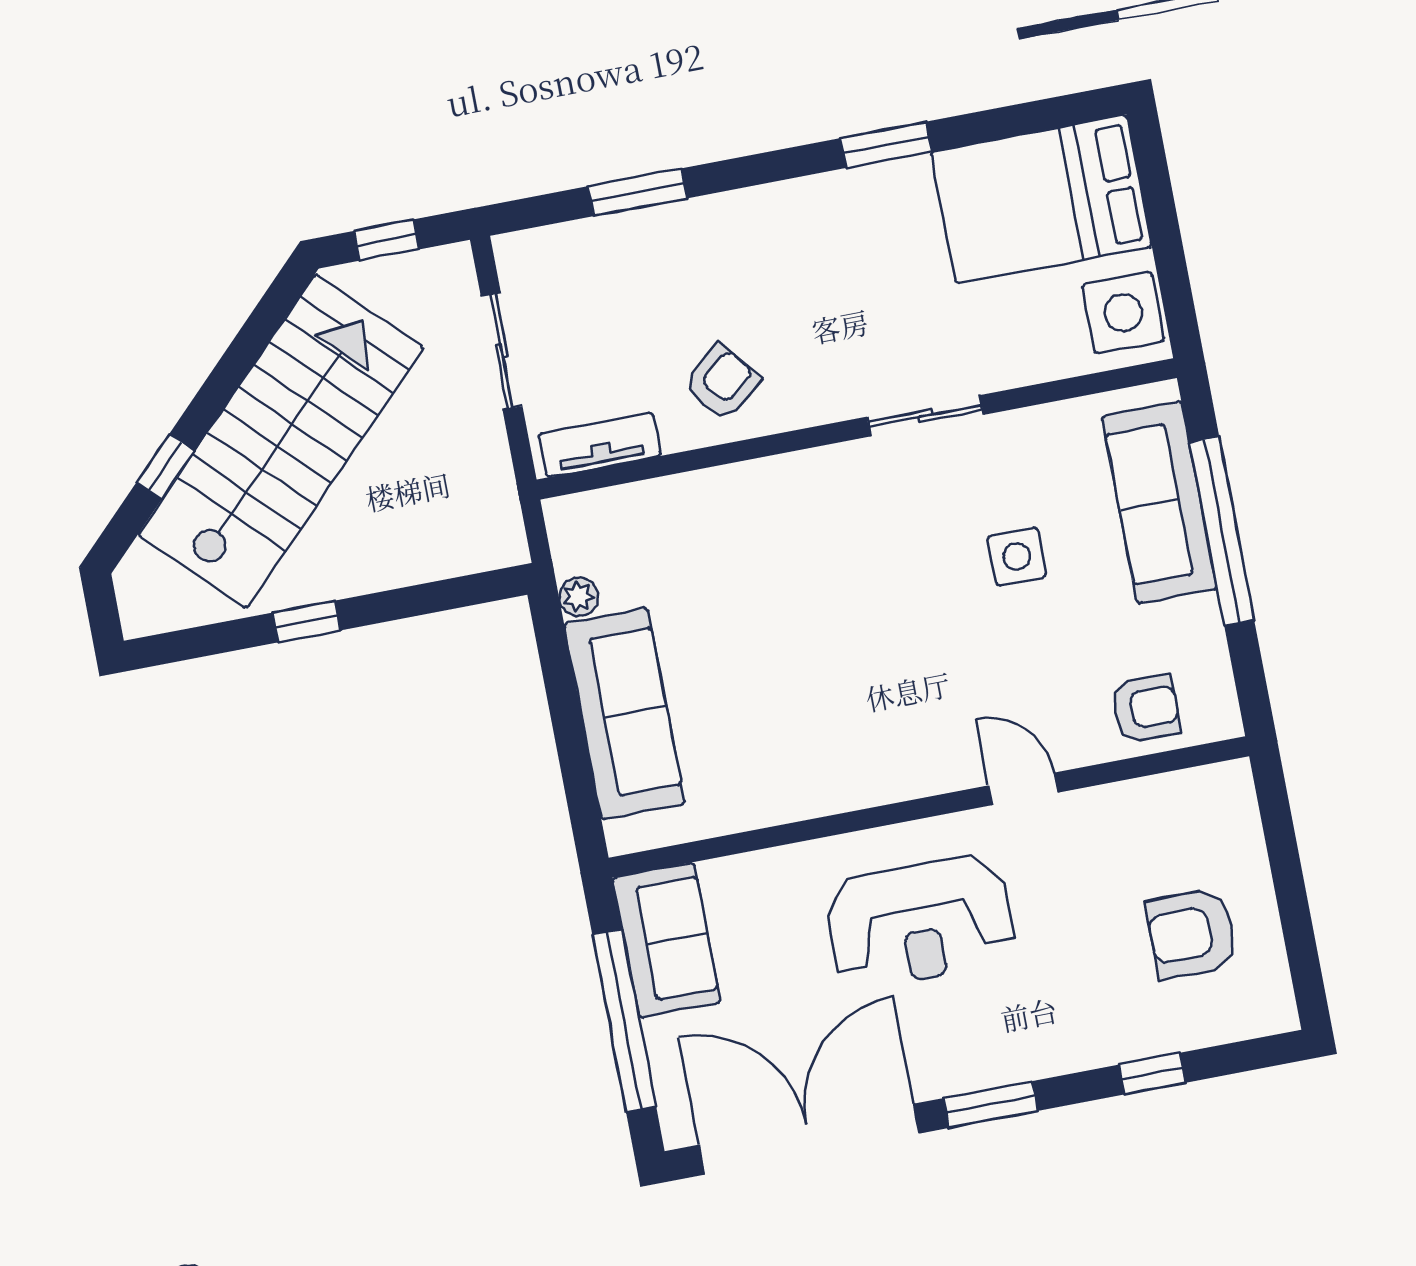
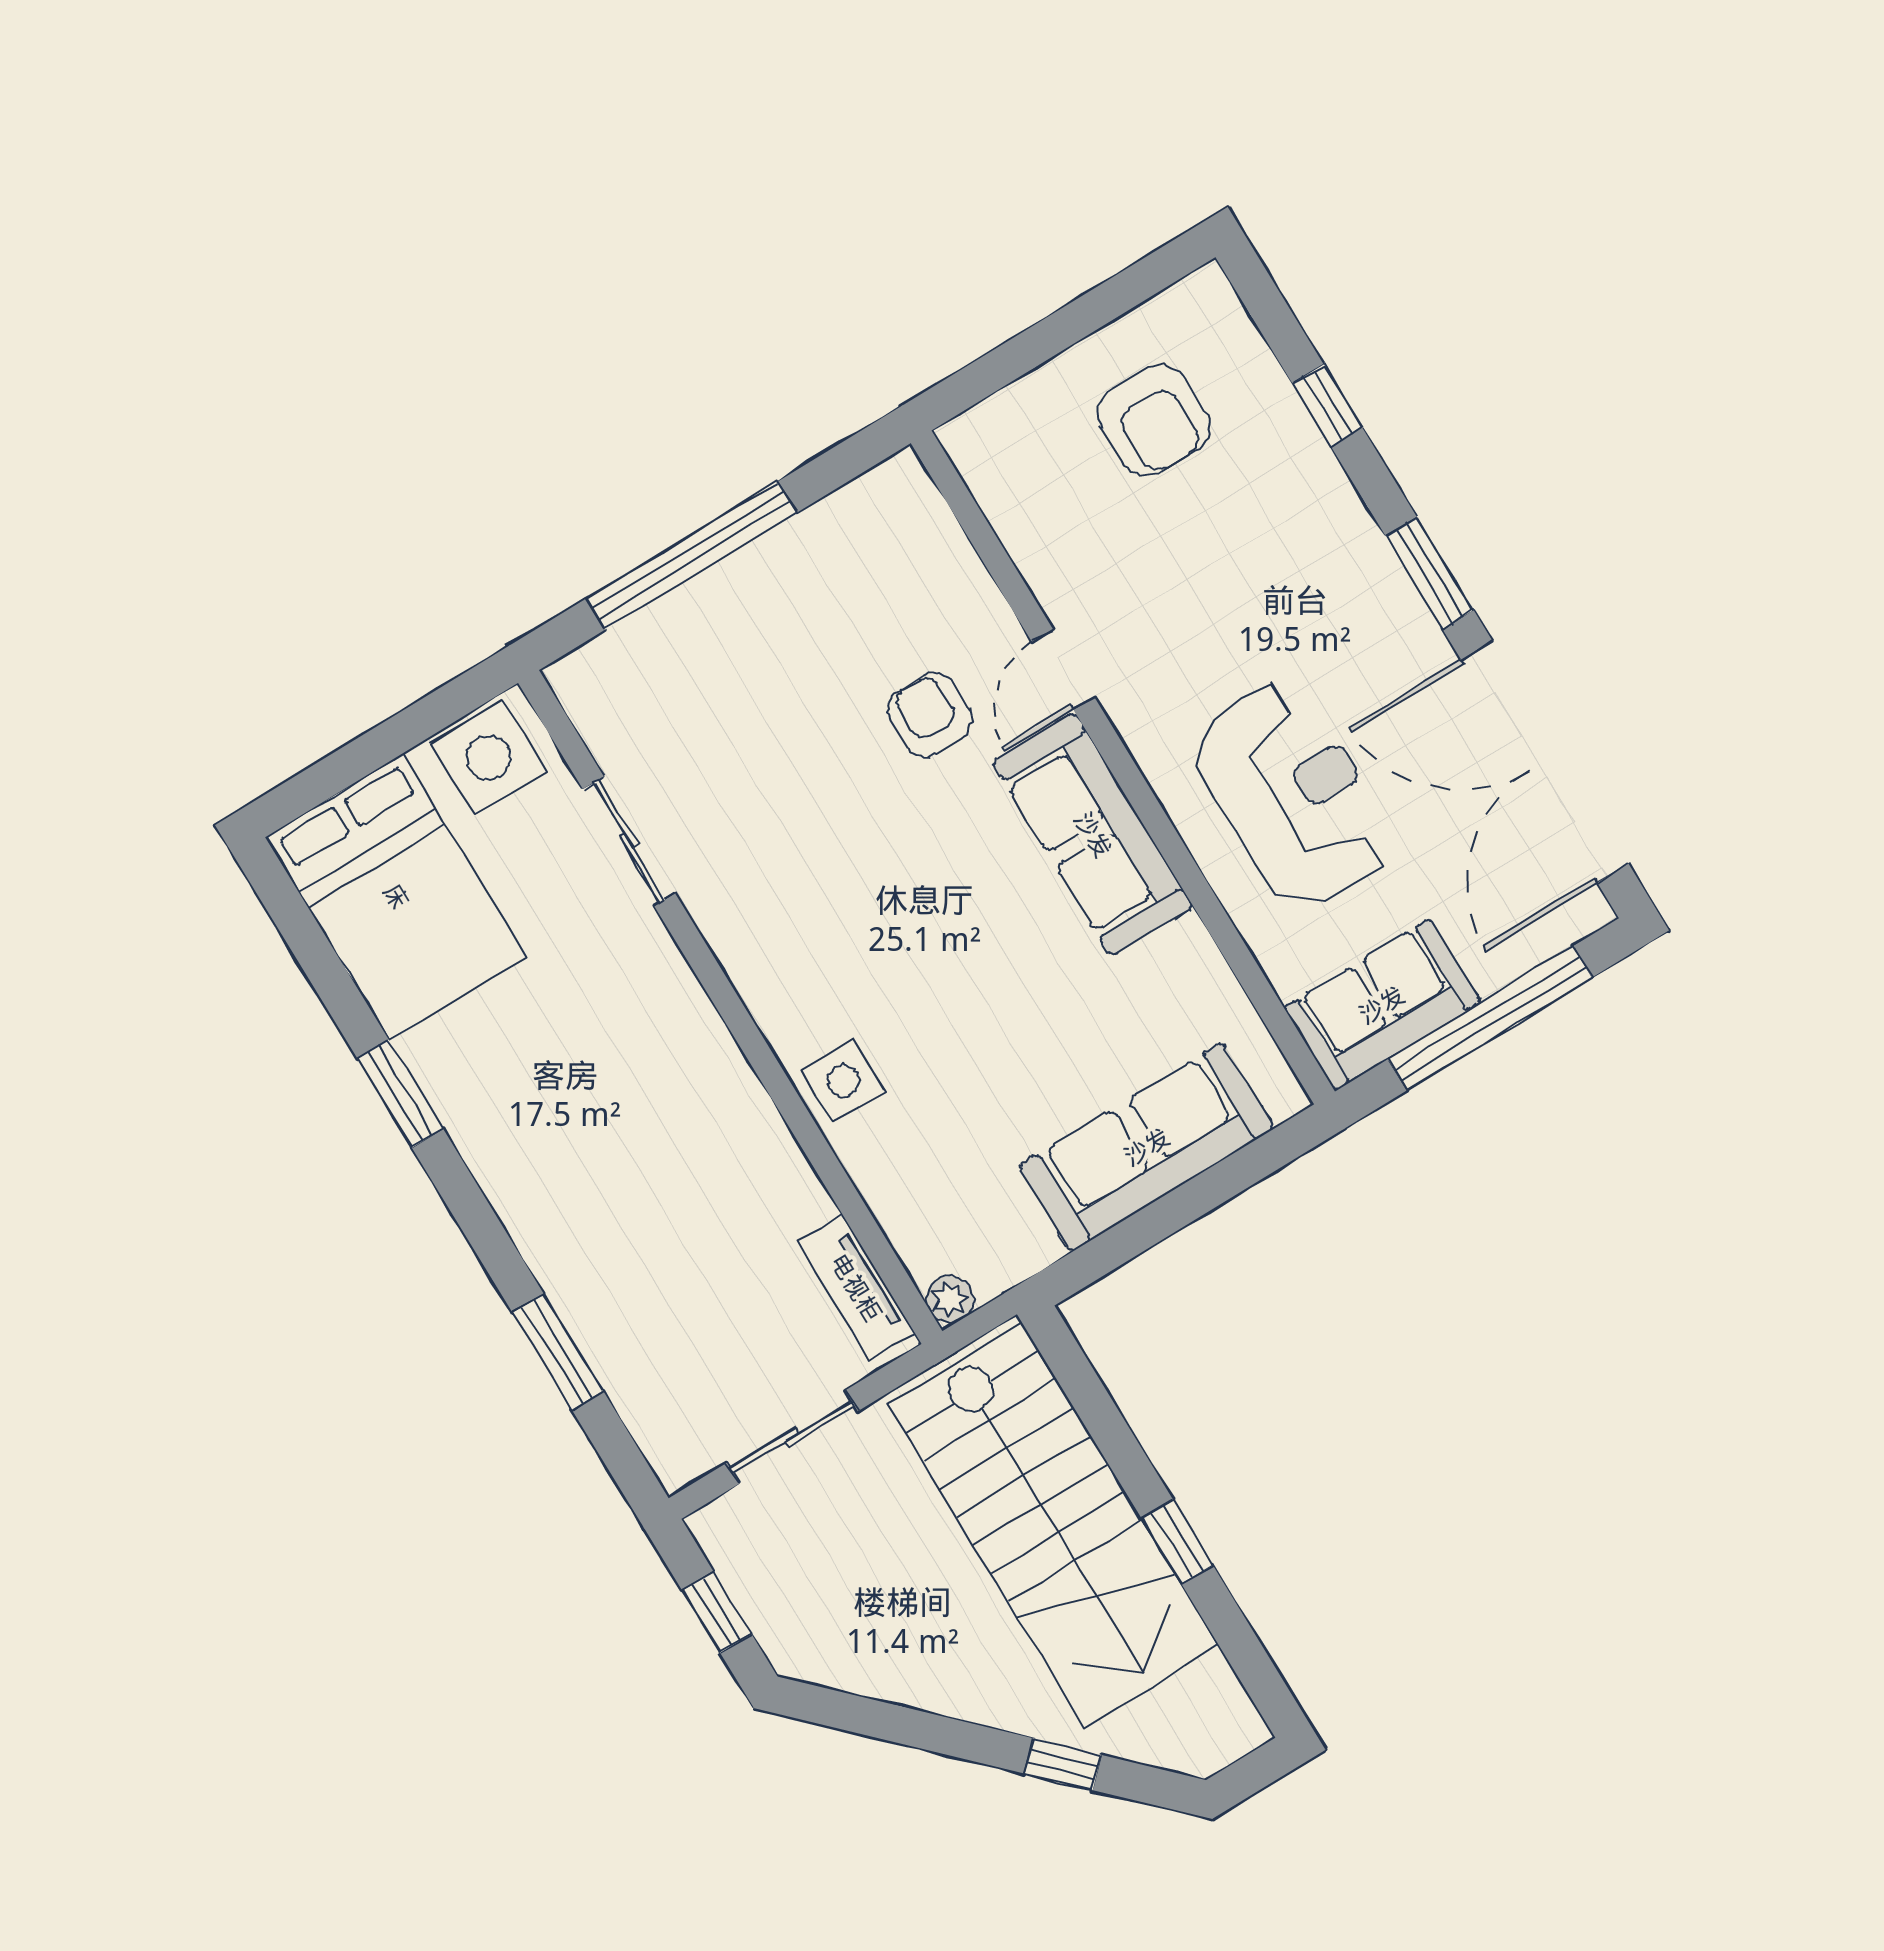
armchair: (722, 382) -> (735, 1177), removed
sliding door: (925, 416) -> (629, 841), moved
stairs: (281, 441) -> (1053, 1524), moved, turned -135
sofa: (1159, 502) -> (1093, 835), moved, turned 90
side table: (1017, 556) -> (843, 1081), moved
plant: (579, 597) -> (950, 1299), moved
armchair: (1146, 708) -> (930, 715), moved
reception desk: (920, 922) -> (1292, 795), moved

